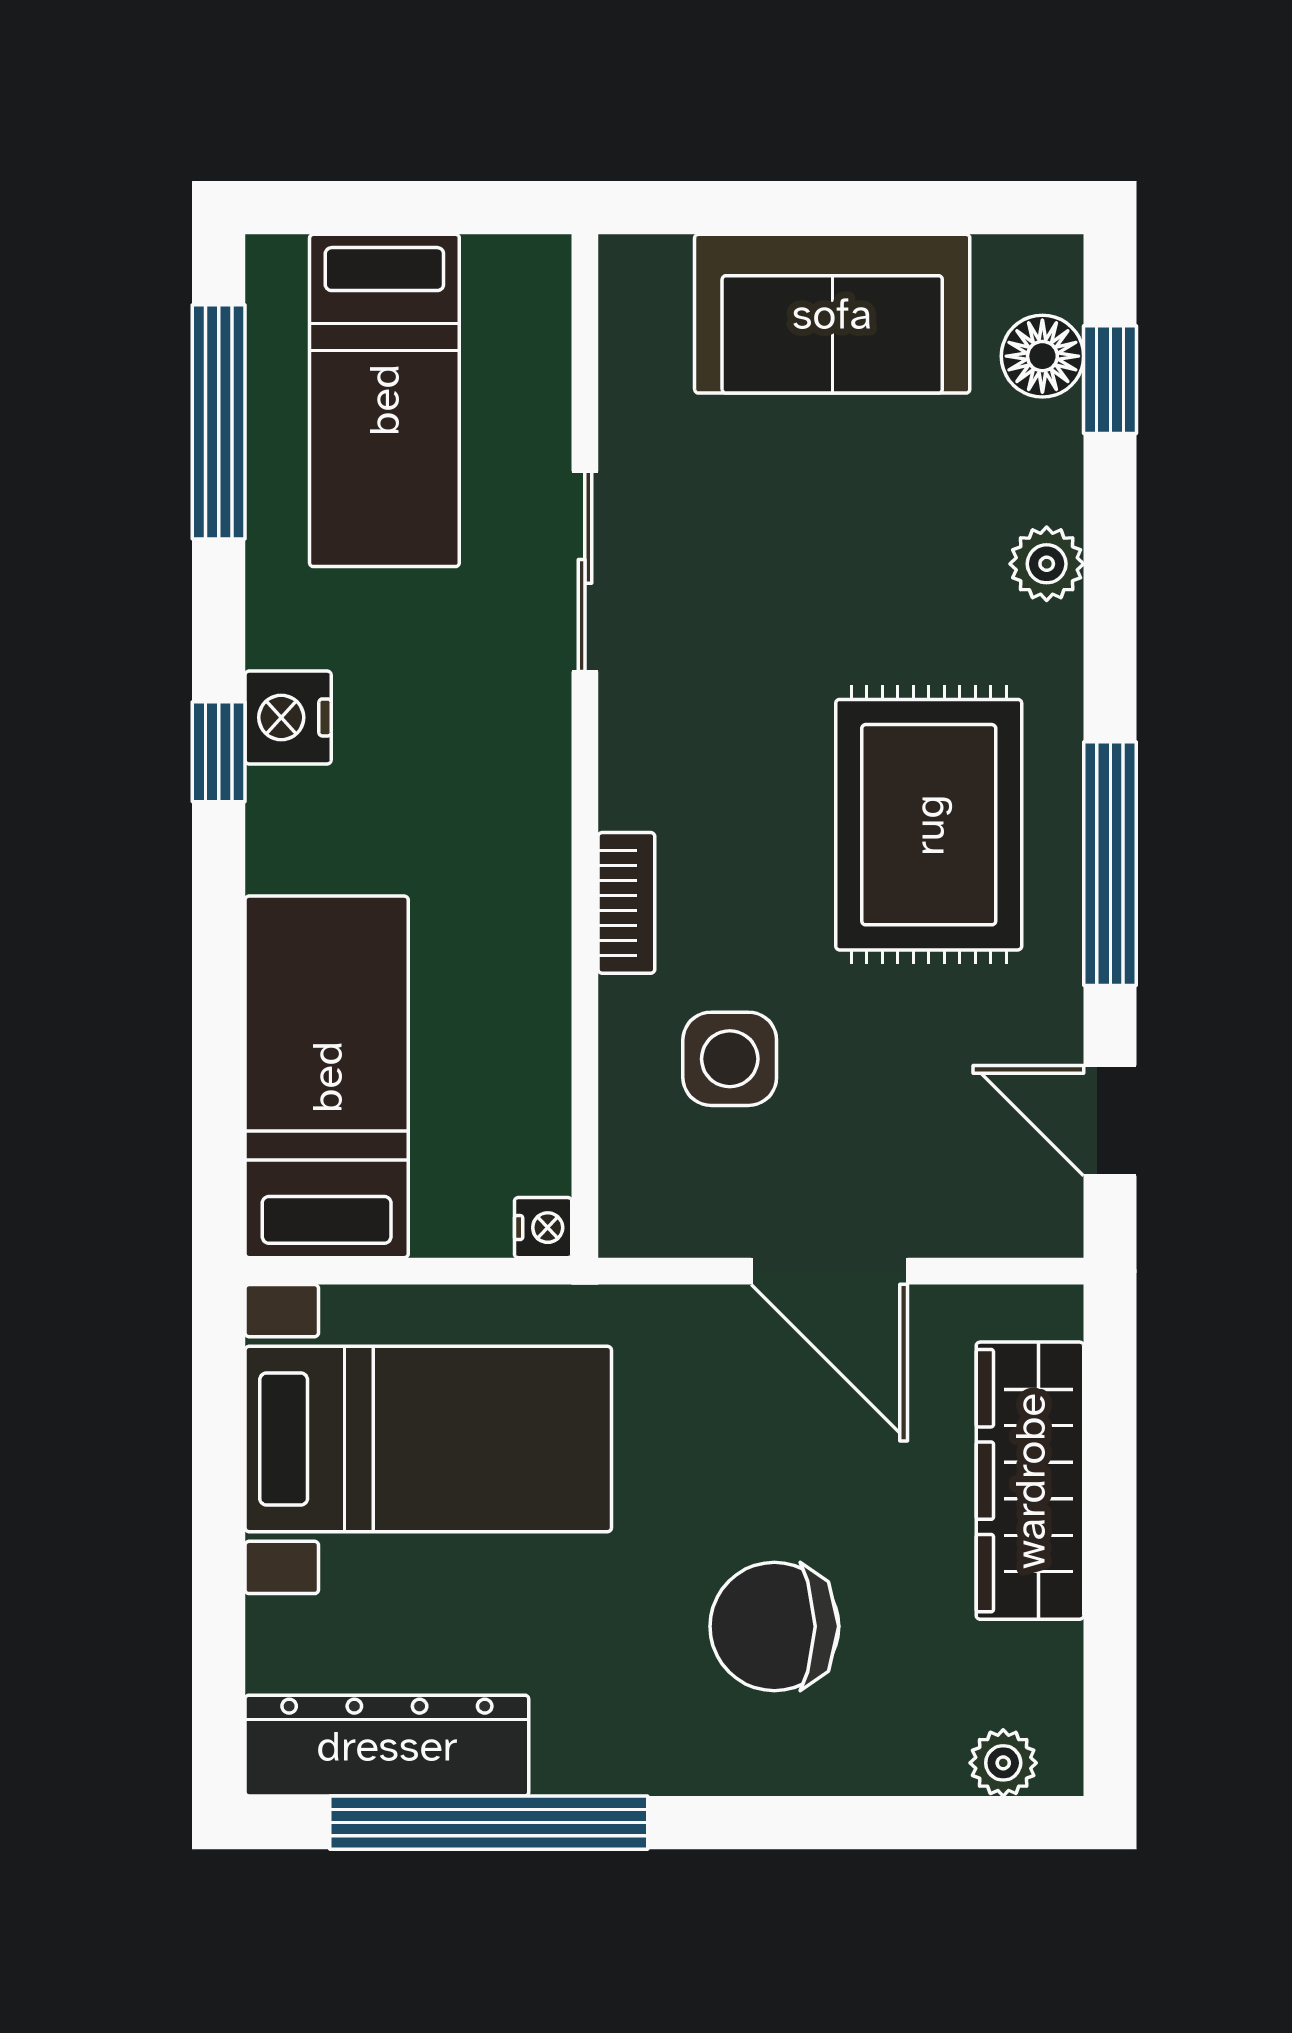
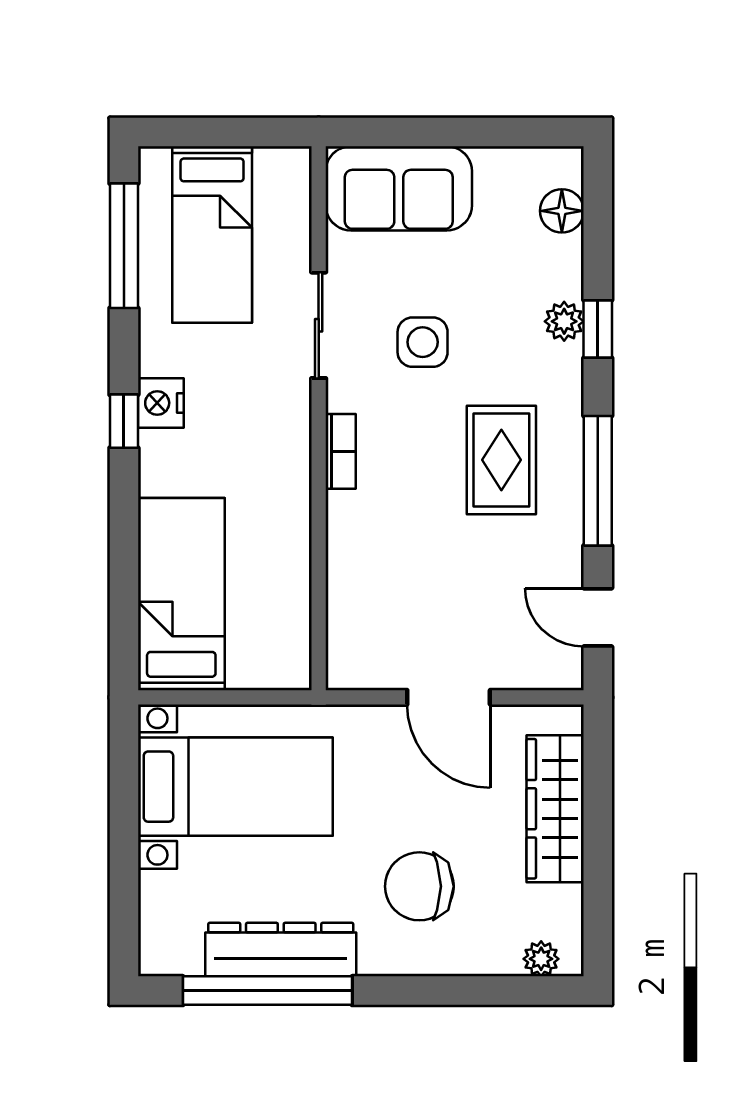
sofa: (832, 314) -> (399, 188), moved
window: (1110, 380) -> (598, 329), moved
rug: (929, 825) -> (501, 460), width x0.73, depth x0.70
bookcase: (626, 903) -> (341, 451), moved
side table: (730, 1059) -> (423, 342), moved
nightstand: (543, 1228) -> (296, 674), removed
dresser: (387, 1746) -> (281, 950), moved

